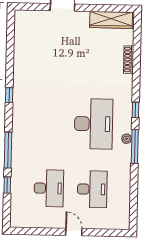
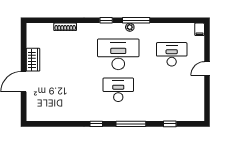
wardrobe: (111, 20) -> (33, 60), moved, width x0.67
window: (8, 150) -> (131, 124), moved
desk: (49, 188) -> (118, 90), moved
filing cabinet: (122, 224) -> (200, 29), added

